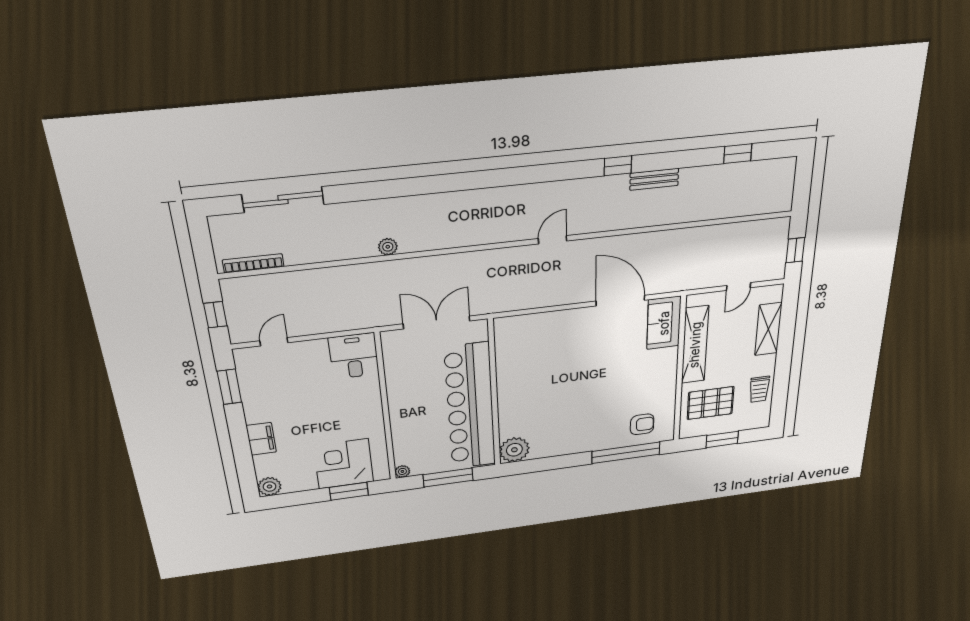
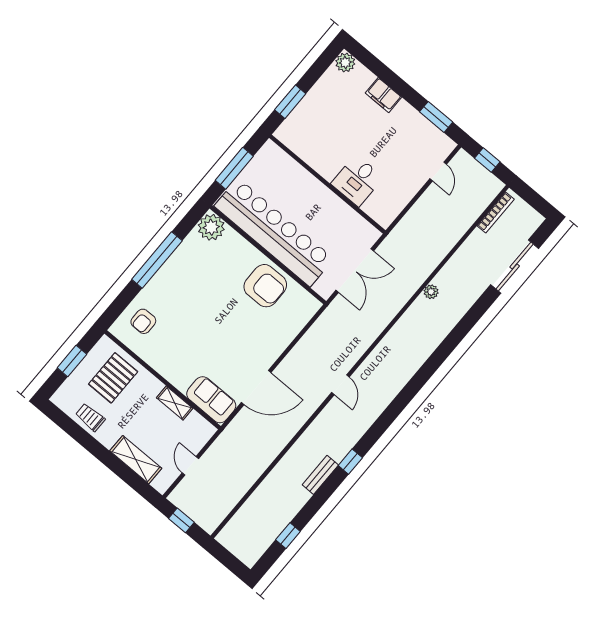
shelving: (695, 345) -> (175, 403), width x0.45, depth x0.75
desk: (354, 356) -> (357, 181), moved, turned 90
armchair: (523, 373) -> (265, 286), added
window: (626, 453) -> (157, 260), moved
corner desk: (344, 464) -> (314, 120), removed
plant: (402, 471) -> (270, 147), removed

